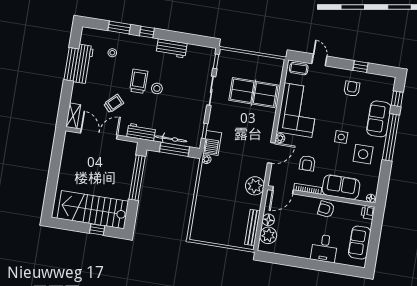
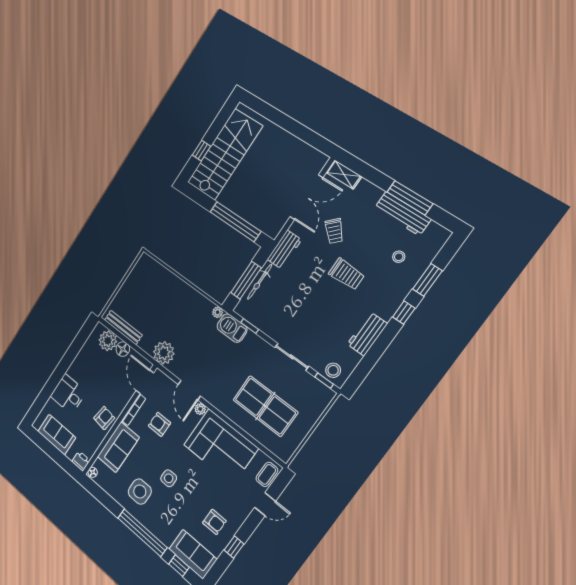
stool: (157, 88) -> (333, 370), moved
table tennis table: (254, 93) -> (265, 406), turned 90
sofa: (379, 119) -> (193, 554), moved

